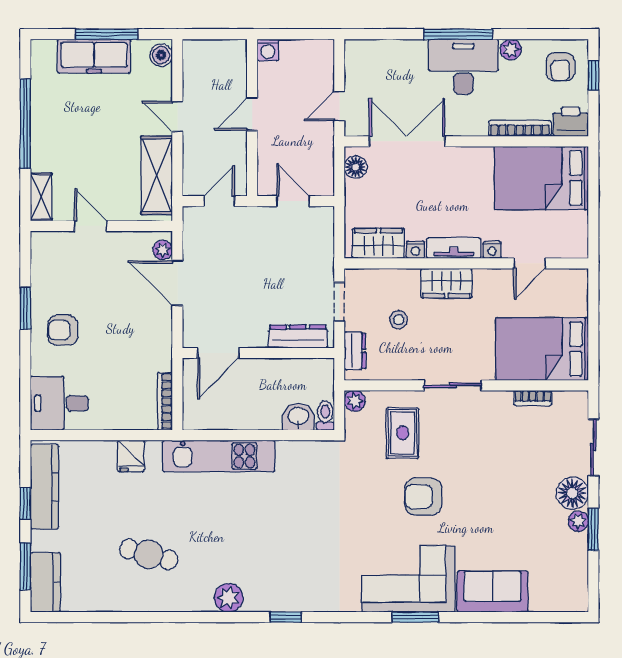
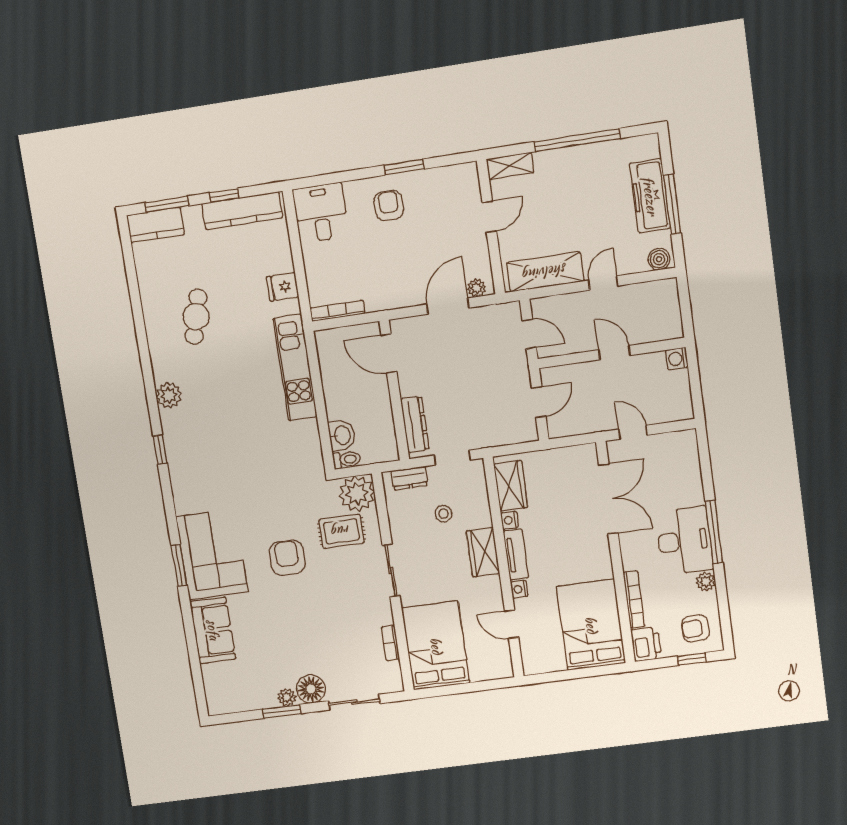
floor lamp: (356, 167) -> (578, 455), removed
plant: (355, 401) -> (357, 494), width x1.87, depth x1.87

